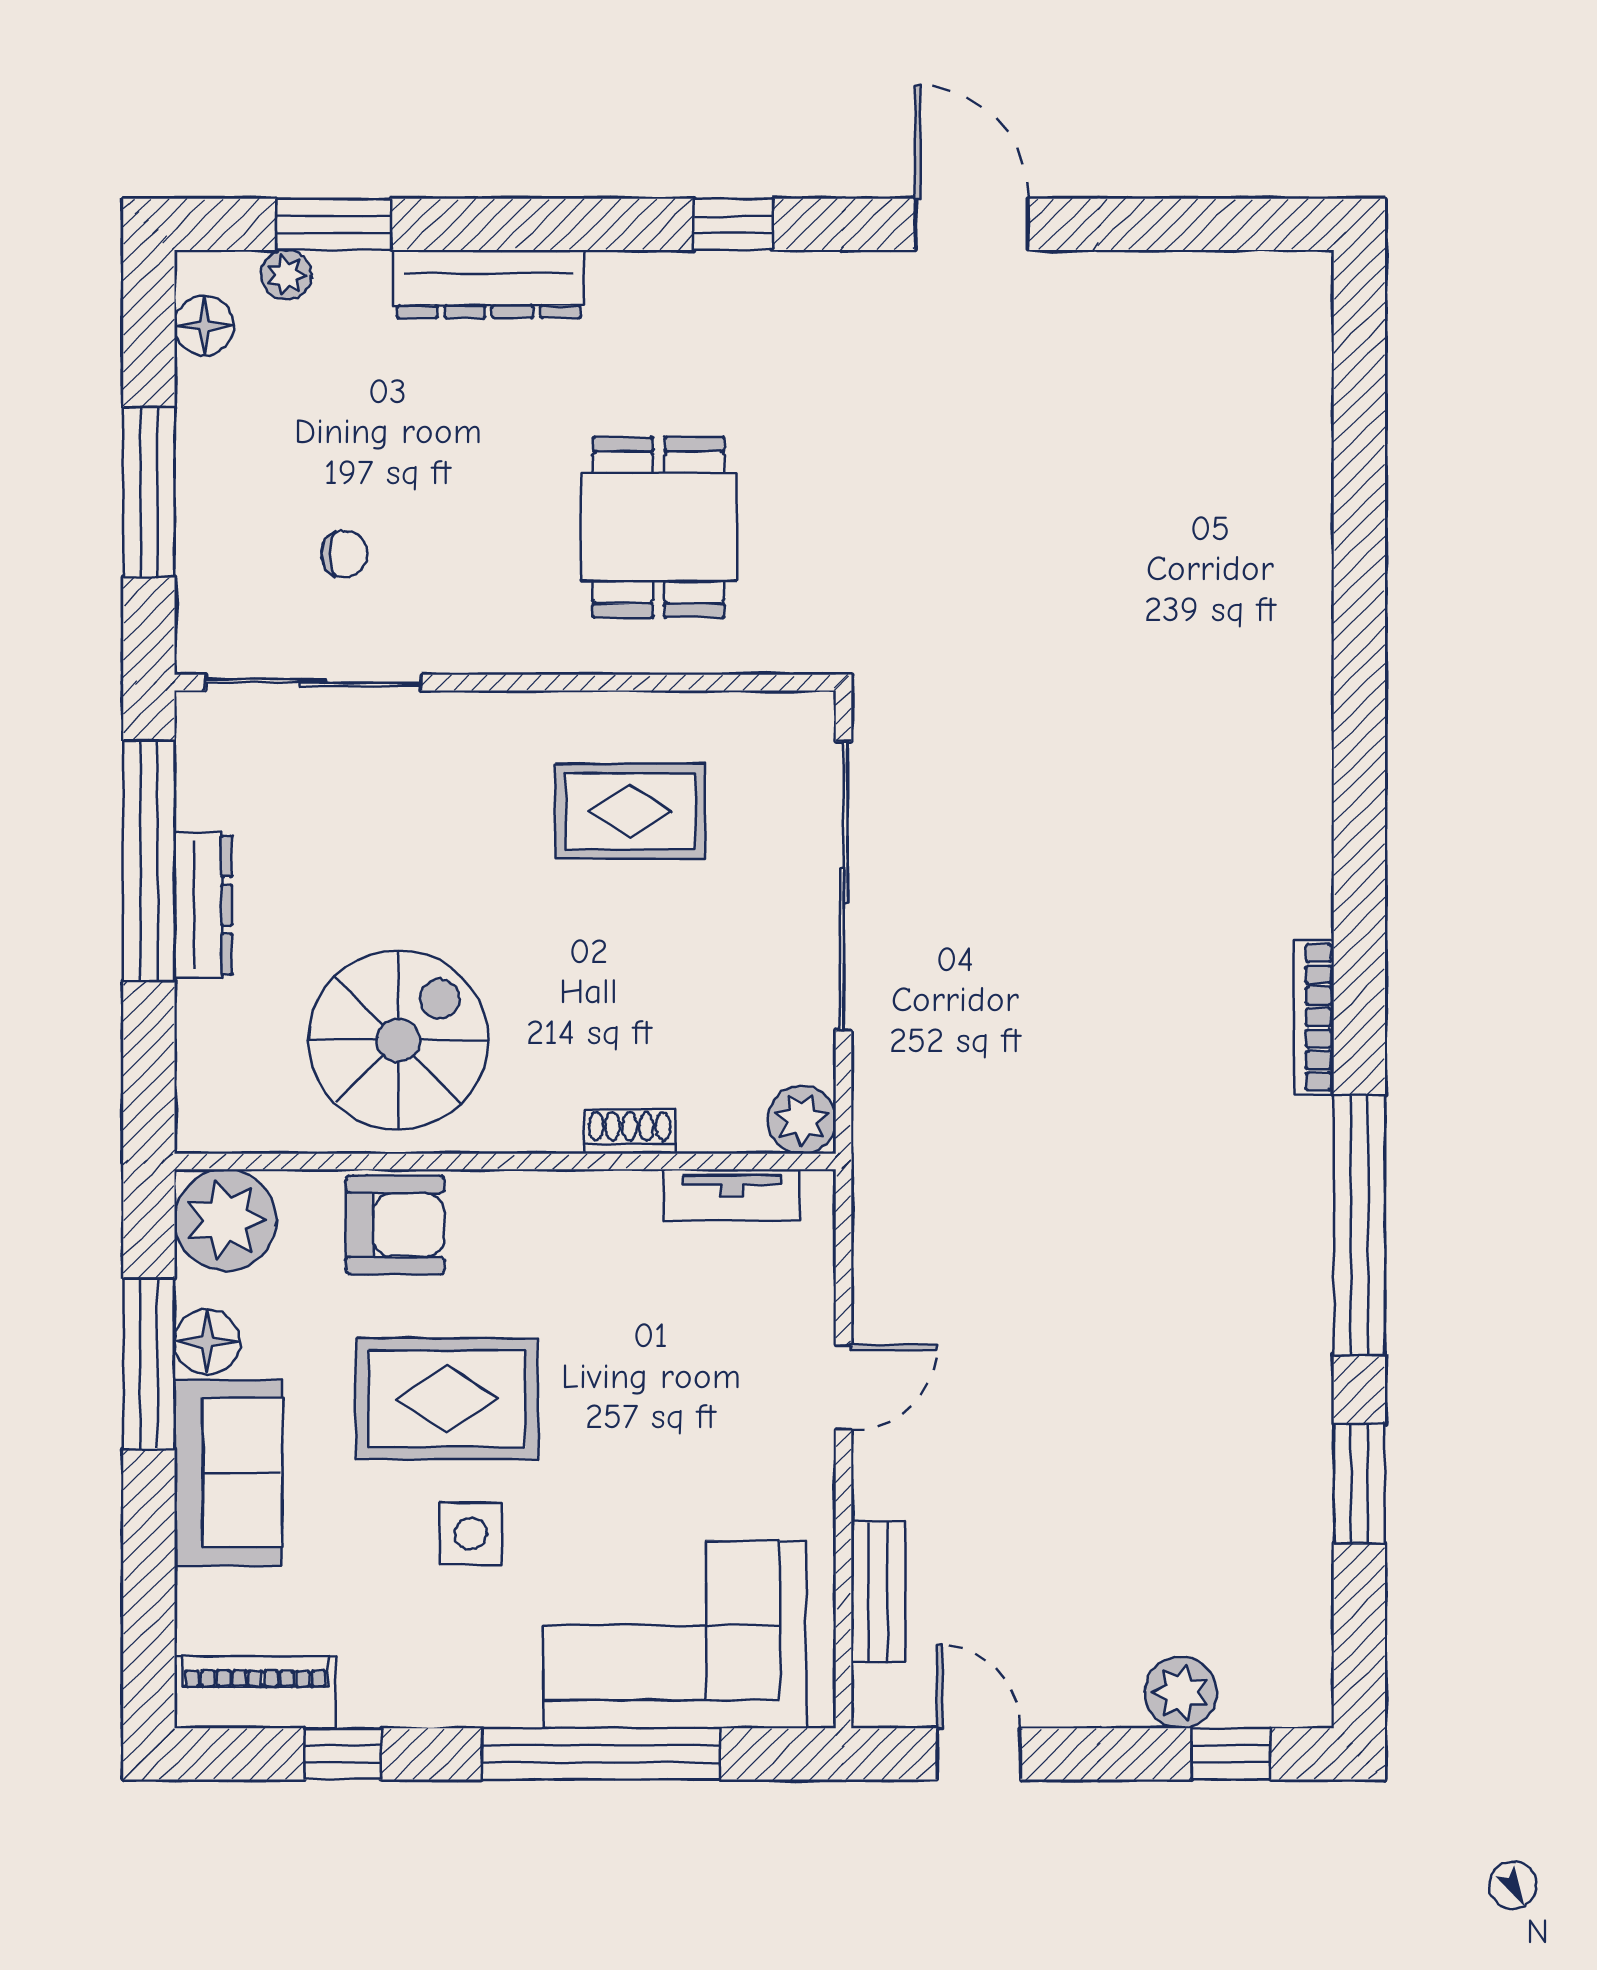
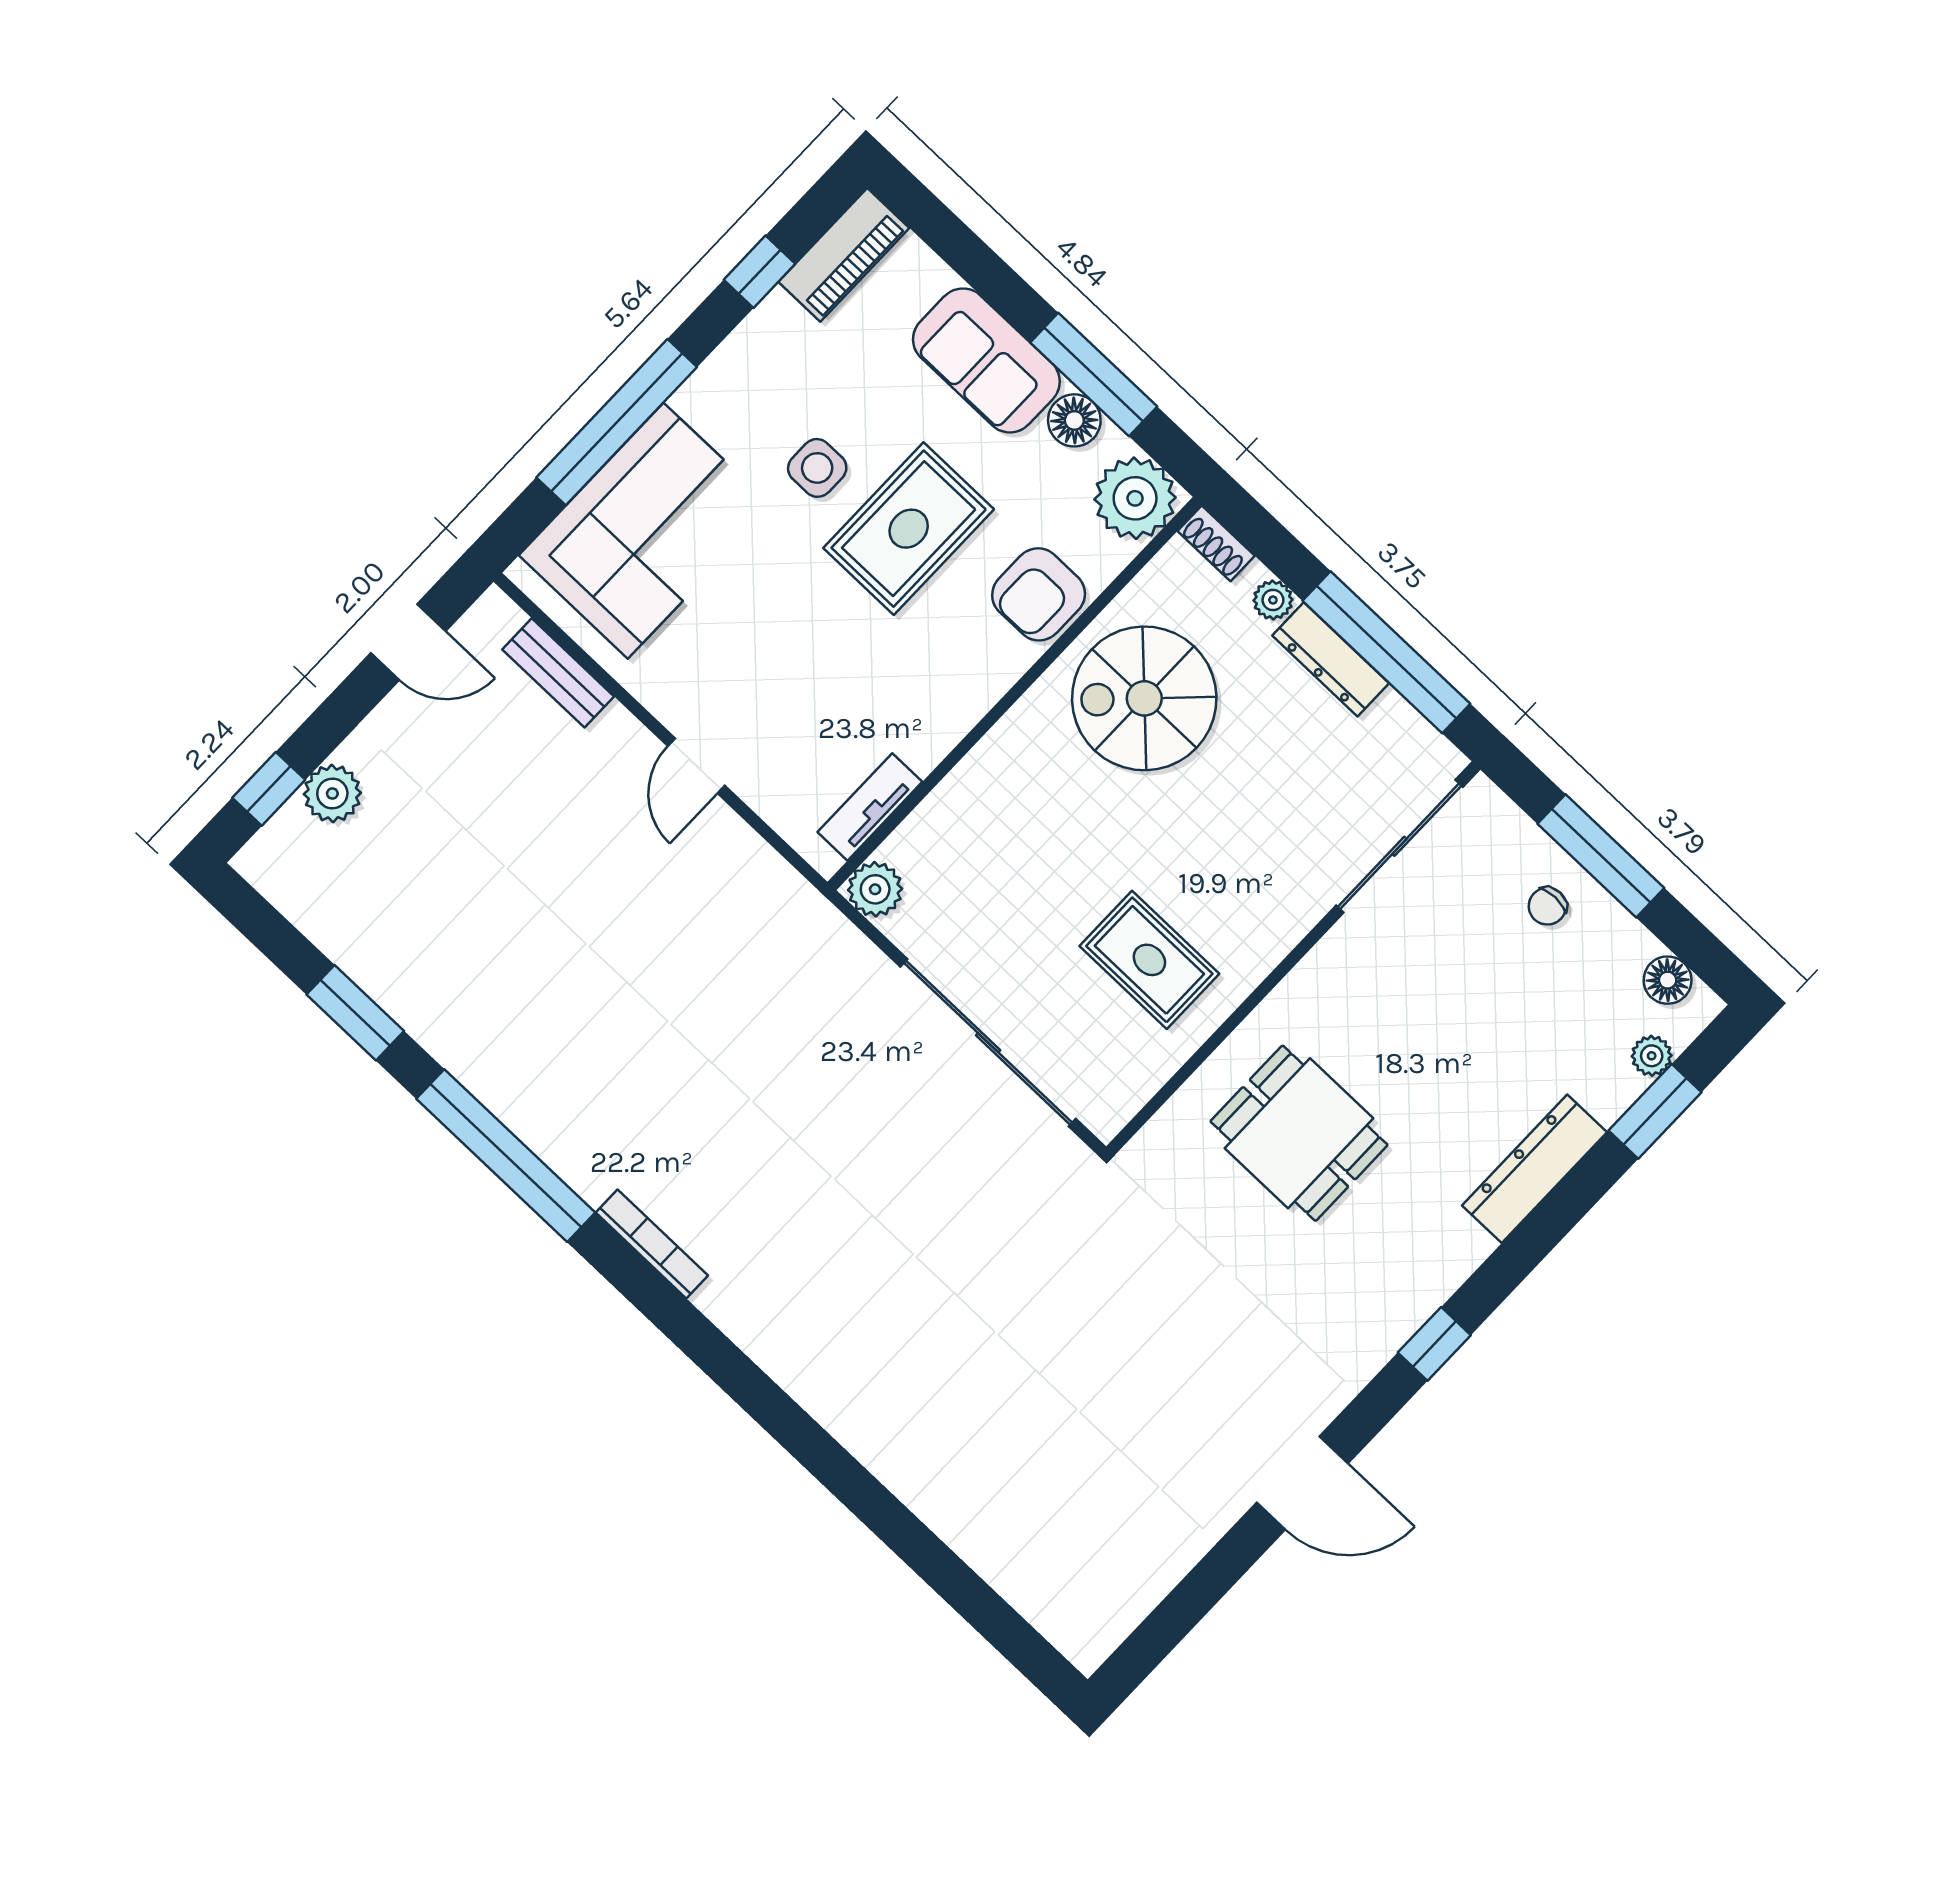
chair: (344, 554) -> (1547, 906), moved
rug: (630, 811) -> (1149, 960), turned 90
plant: (199, 1008) -> (1273, 600), added
spiral stairs: (398, 1040) -> (1144, 698), turned 90
shoe rack: (630, 1132) -> (1216, 543), moved, turned 90

